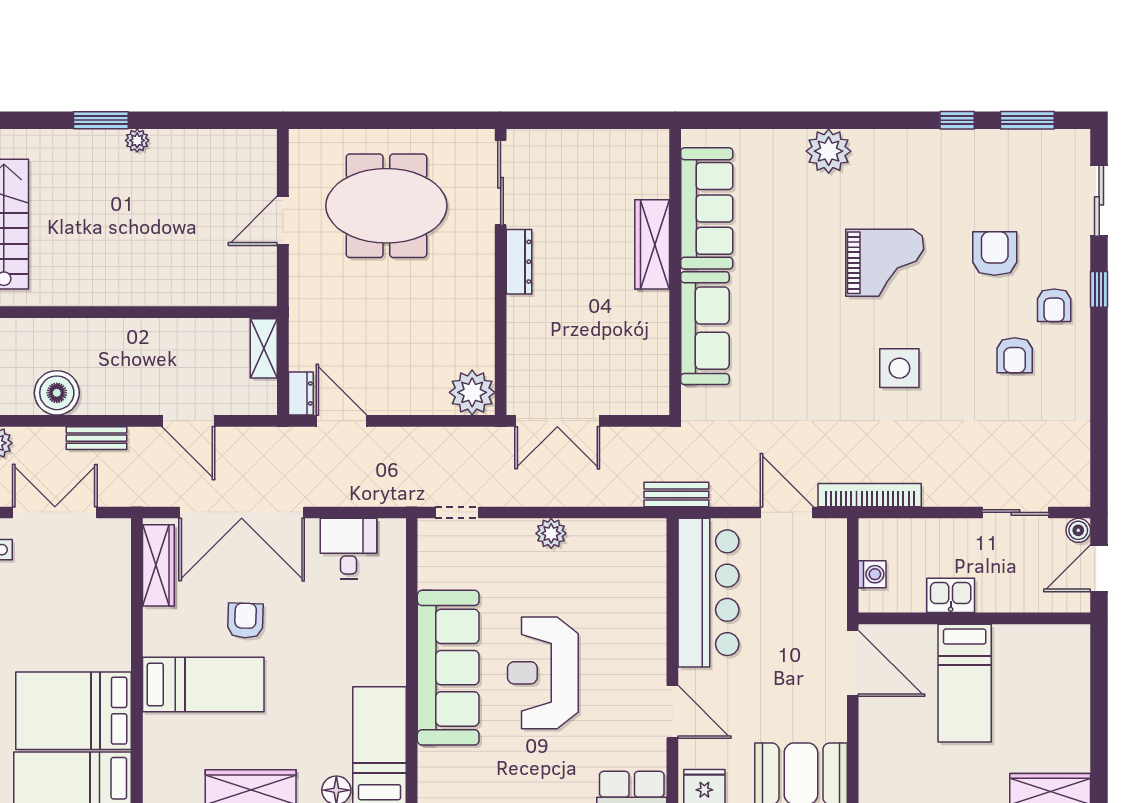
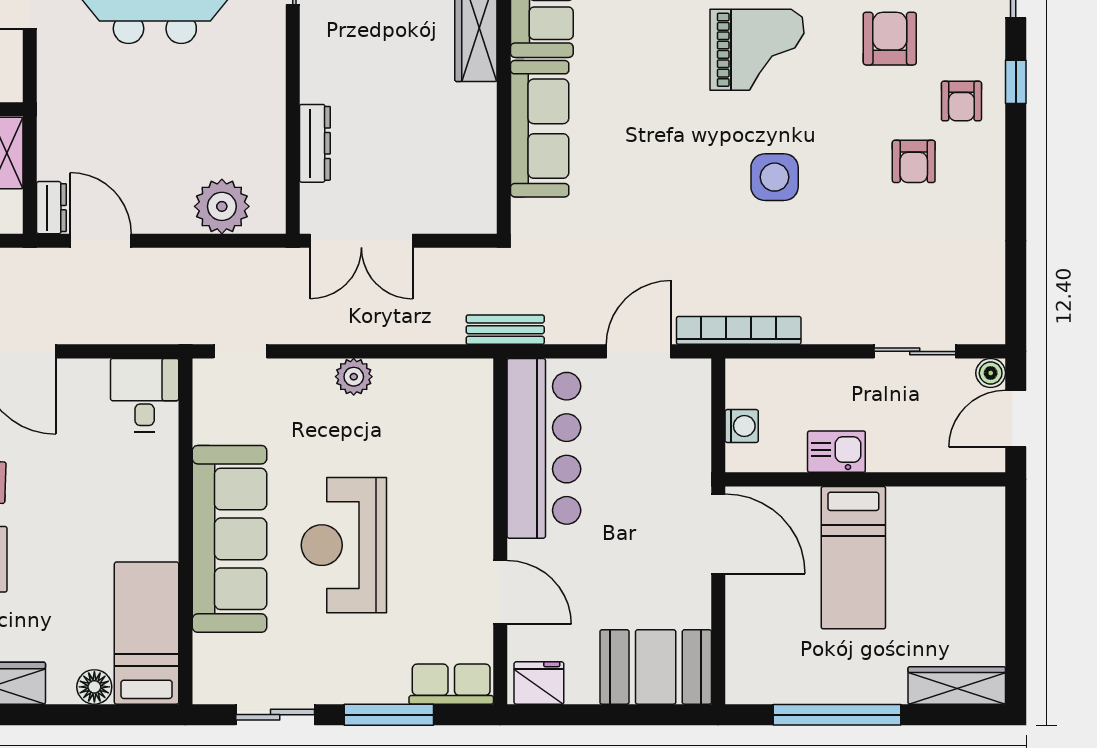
dresser: (519, 262) -> (315, 143), moved
plant: (472, 392) -> (222, 206), moved
door: (787, 512) -> (638, 351), hinge flipped
desk: (349, 549) -> (145, 395), moved

